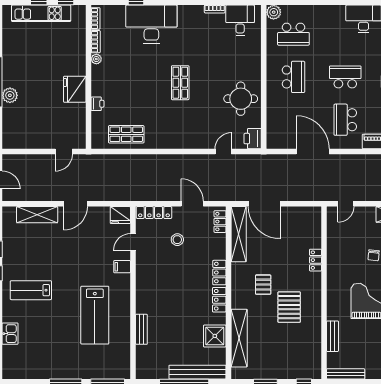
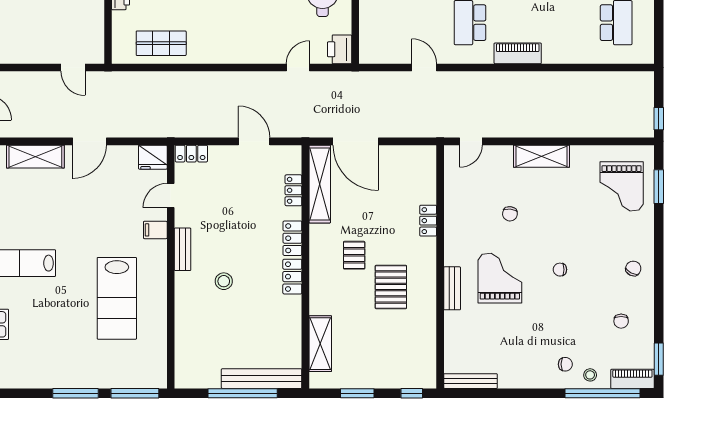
door: (64, 152) -> (73, 68), hinge flipped
door: (313, 152) -> (424, 68), width x0.53
locker: (154, 213) -> (191, 154), width x0.66
locker: (220, 222) -> (293, 190), moved
stool: (177, 240) -> (224, 281), moved
bench: (141, 329) -> (183, 249), moved
shower: (215, 336) -> (286, 328), removed
bench: (333, 336) -> (452, 288), moved
shelving: (239, 338) -> (320, 344), width x0.68

